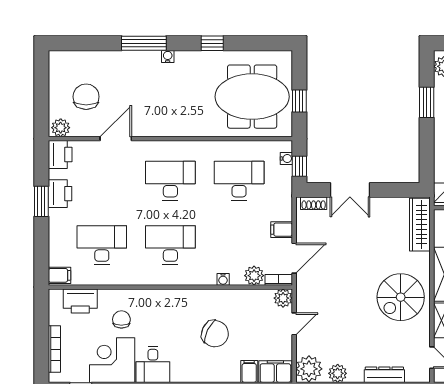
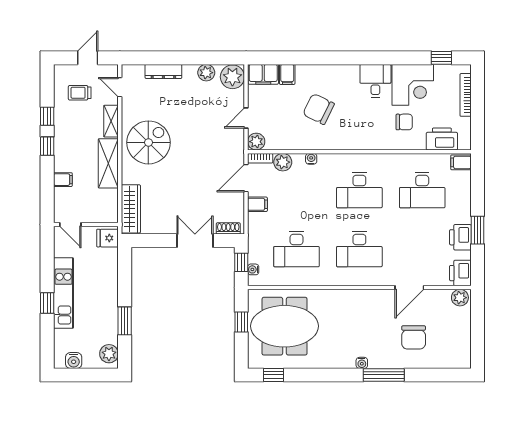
window: (212, 43) -> (273, 375), moved
chair: (86, 97) -> (414, 337), moved
chair: (121, 319) -> (404, 122), turned -90

